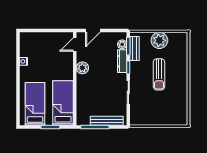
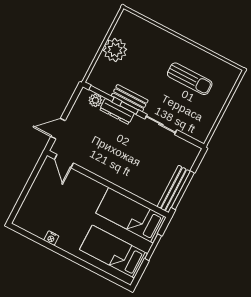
door: (93, 31) -> (58, 129), swing flipped
bench: (135, 48) -> (130, 98), moved
plant: (82, 68) -> (99, 167), removed
sun lounger: (159, 74) -> (190, 79), moved
bench: (107, 121) -> (174, 189), moved

